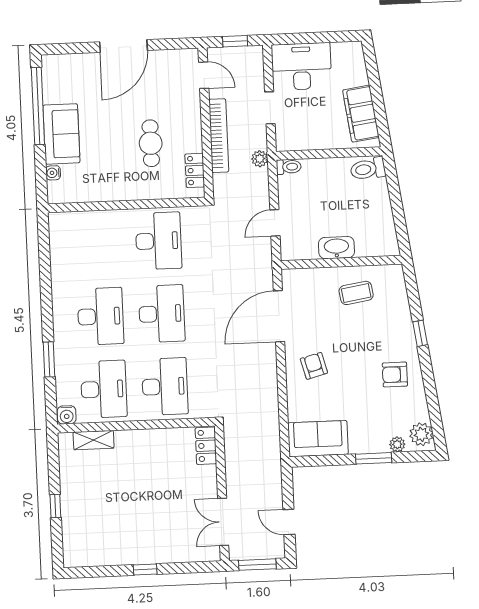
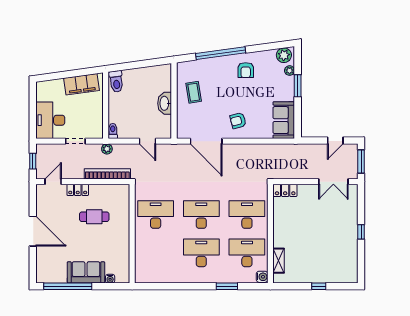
bookcase: (219, 136) -> (107, 174), moved
locker: (195, 170) -> (78, 190), moved
window: (420, 333) -> (221, 53), width x3.17

